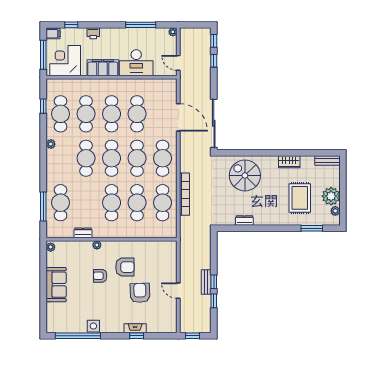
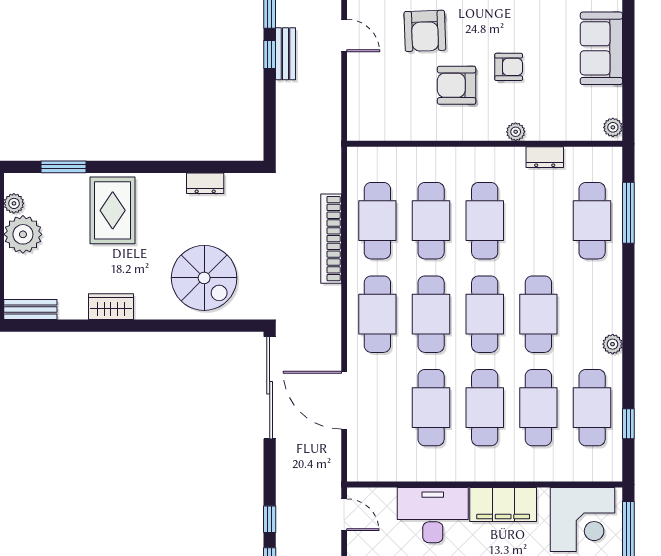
rug: (300, 198) -> (113, 210), moved

